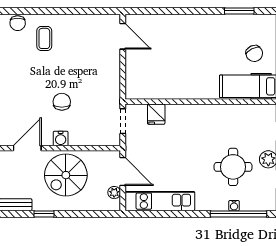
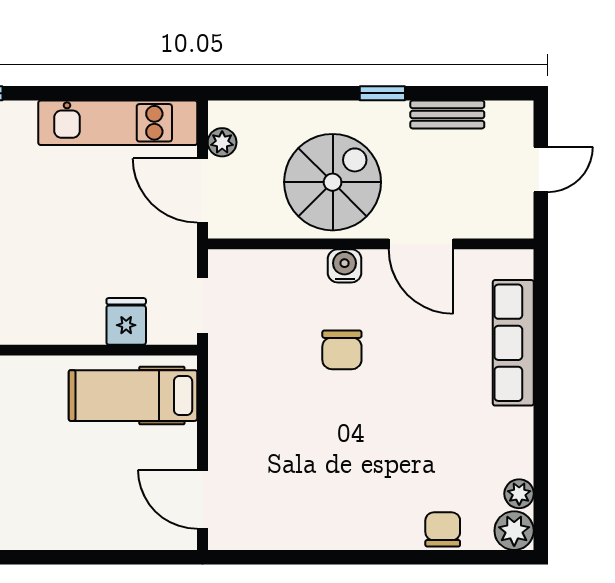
coffee table: (44, 38) -> (382, 494), removed
hospital bed: (153, 82) -> (133, 396), added
door: (27, 148) -> (421, 244), hinge flipped

